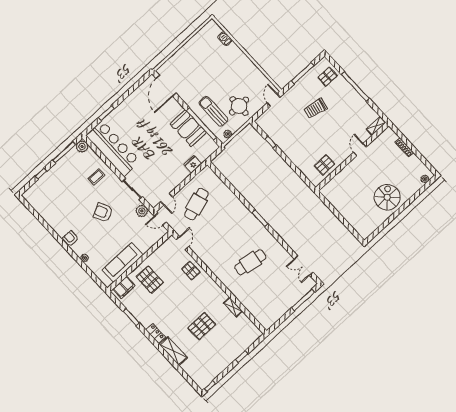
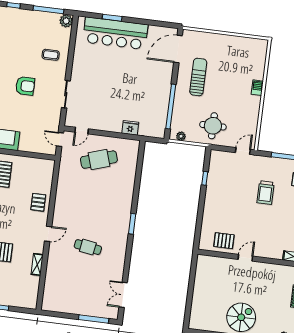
barbecue: (225, 39) -> (257, 88), moved
trolley: (315, 108) -> (266, 193), turned -102
sun lounger: (213, 111) -> (198, 77), moved
booth: (188, 128) -> (158, 98), removed
bar counter: (113, 148) -> (115, 33), moved, turned 90
door: (360, 150) -> (245, 258), moved
plant: (142, 211) -> (54, 118), removed
armchair: (103, 212) -> (25, 86), turned 117
door: (182, 243) -> (48, 234), moved
cafe table: (250, 262) -> (88, 247), width x0.73, depth x0.74

